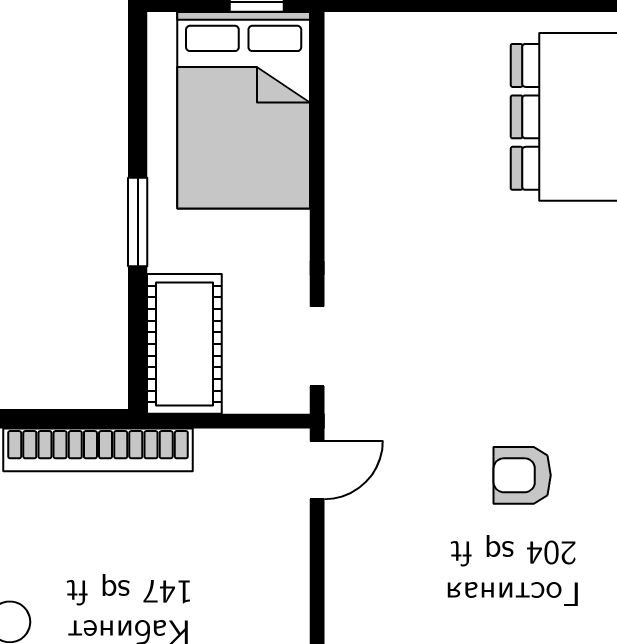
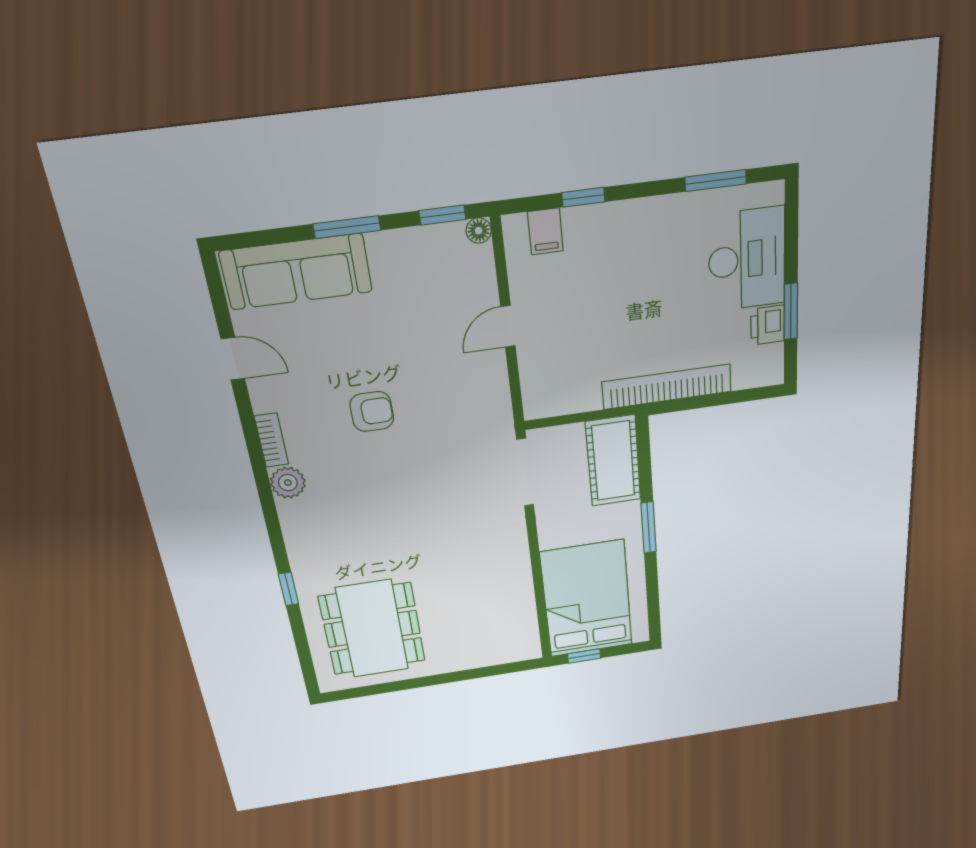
doorway: (317, 346) -> (525, 472), width x1.38
door: (317, 470) -> (508, 326), moved

